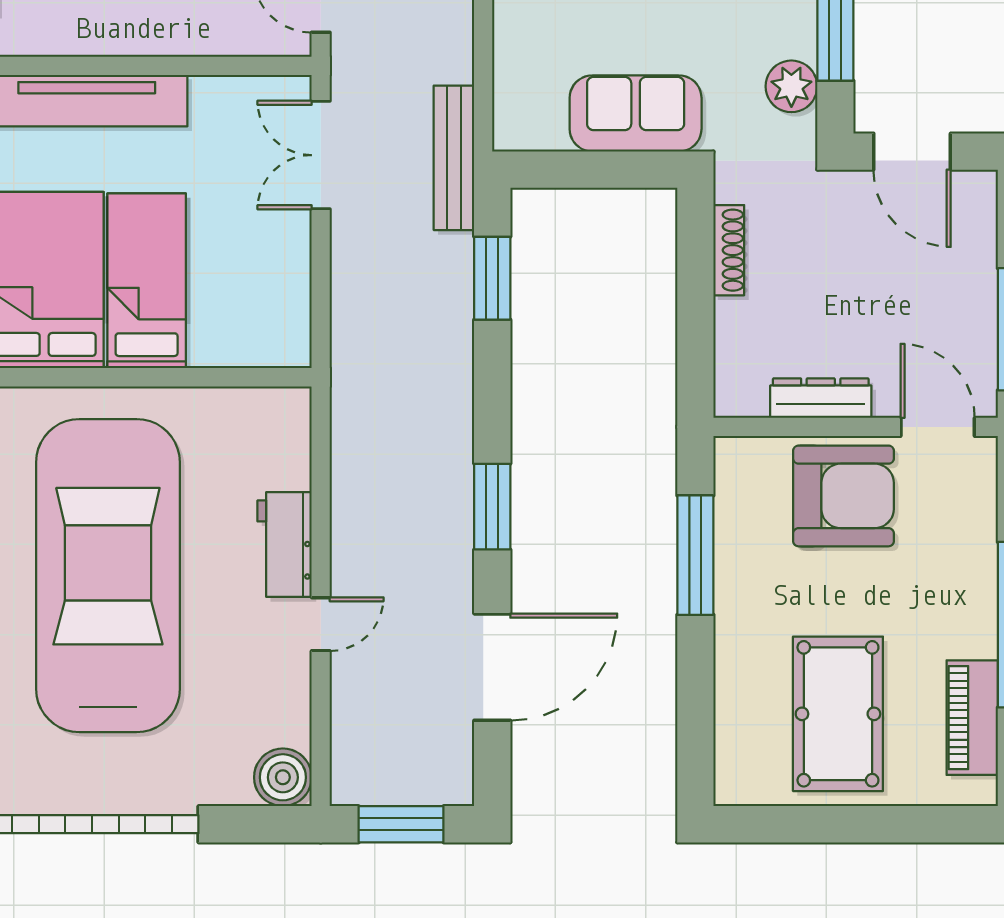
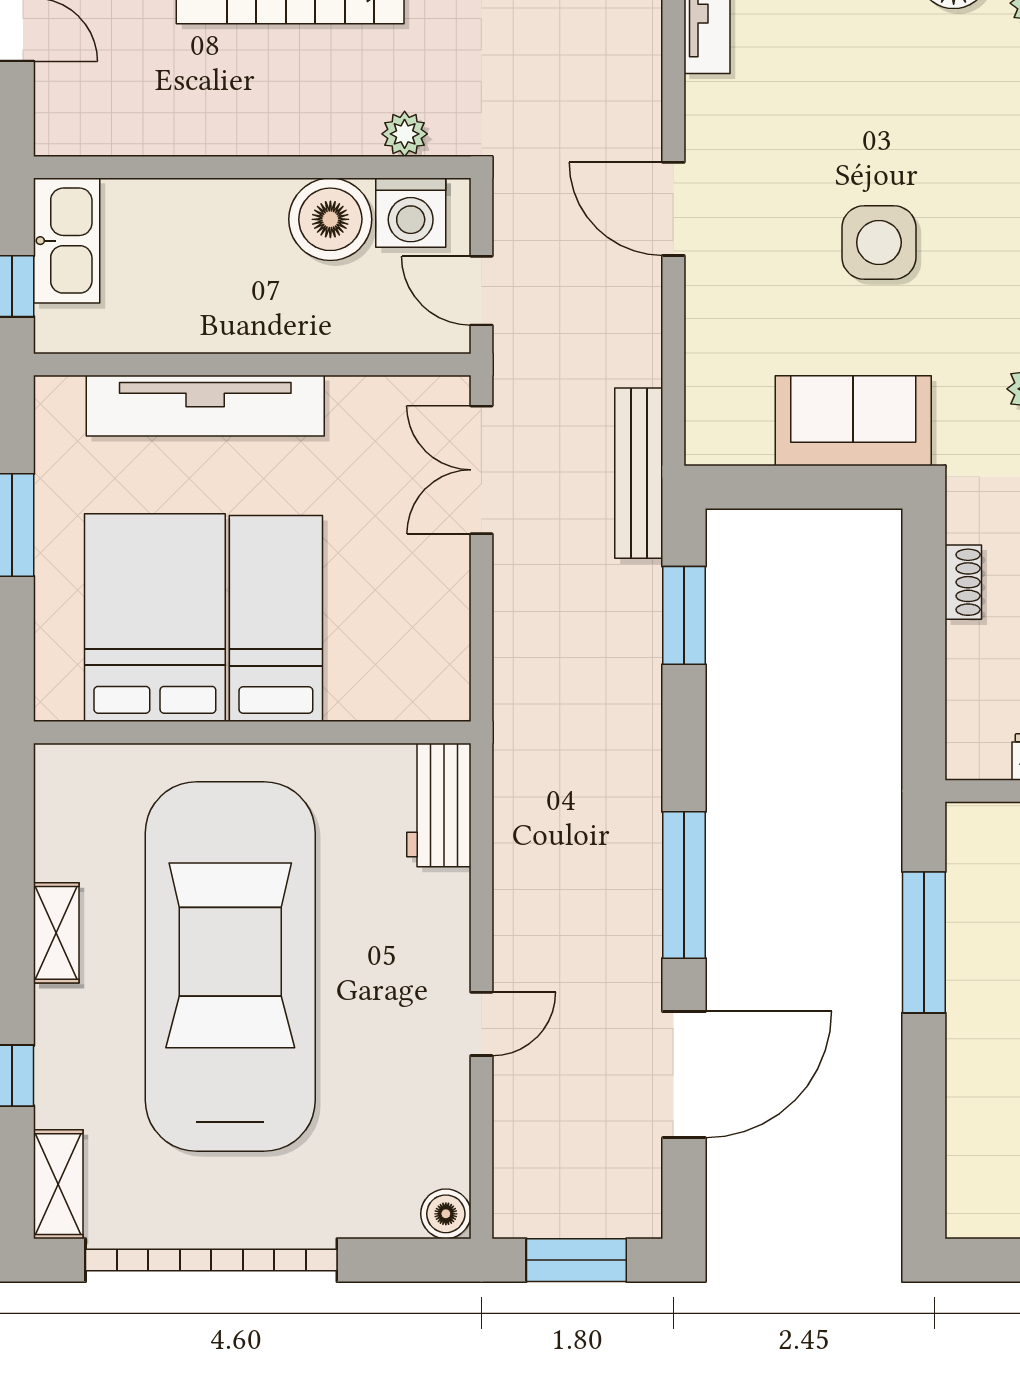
shoe rack: (729, 250) -> (963, 582), width x0.70
window: (492, 507) -> (684, 885), width x1.44
workbench: (285, 545) -> (439, 805), moved
boiler: (283, 777) -> (446, 1214), width x0.73, depth x0.73

